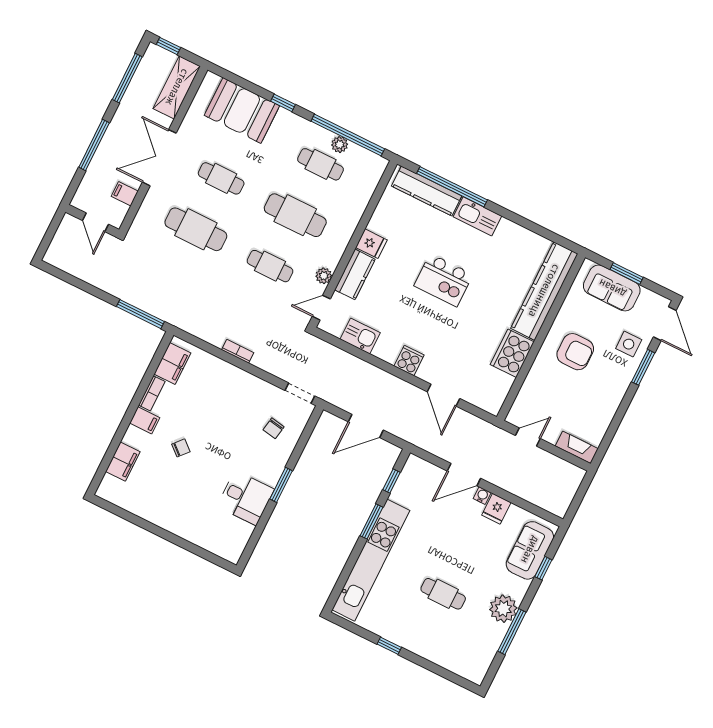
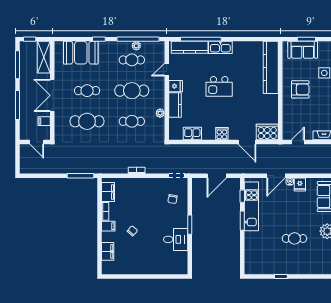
door: (321, 308) -> (167, 70), moved
cooker: (512, 353) -> (267, 132), moved, turned 90
kitchen unit: (371, 560) -> (251, 206), moved, width x0.73

